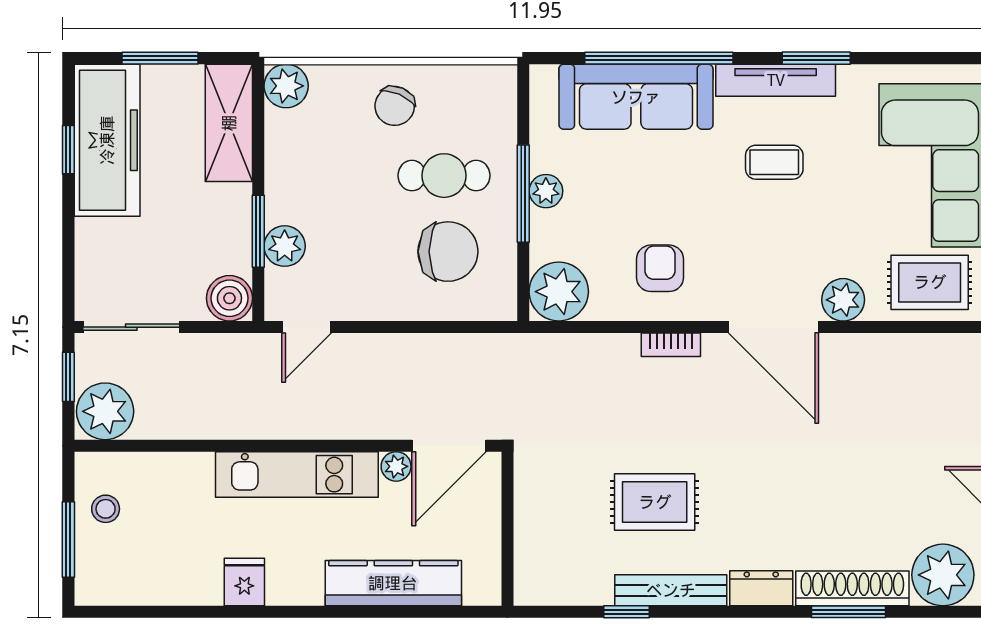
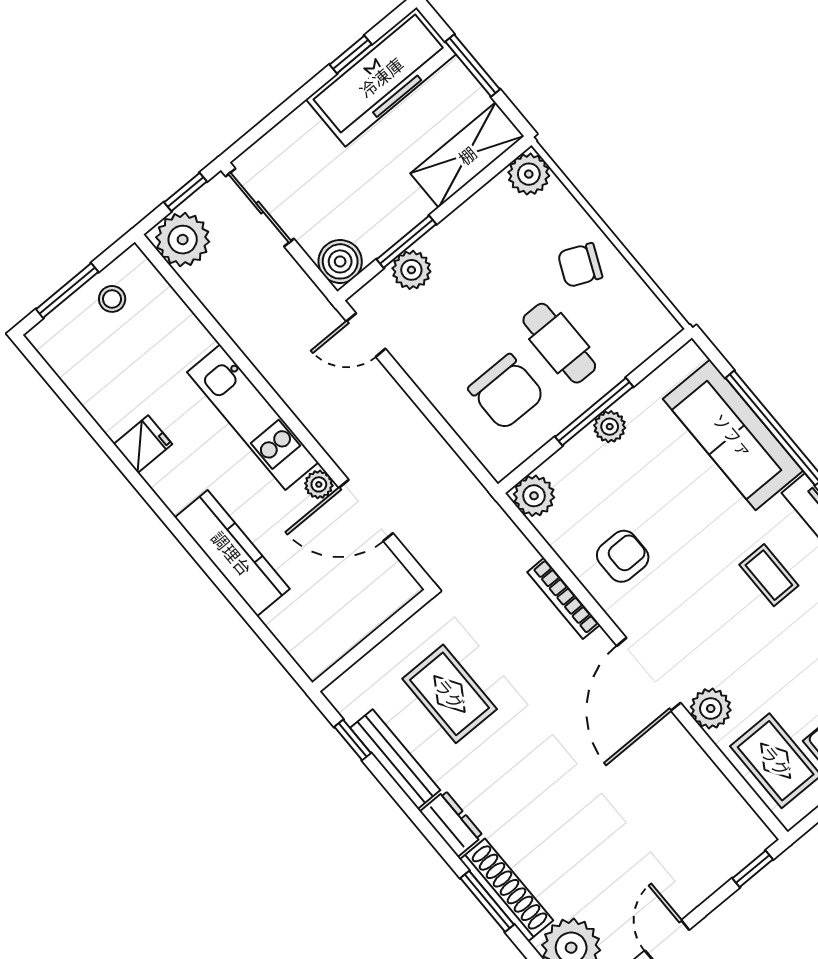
plant: (559, 292) -> (534, 496), width x0.73, depth x0.73
bookcase: (671, 345) -> (564, 598), width x1.56
wall: (507, 529) -> (372, 640), moved

